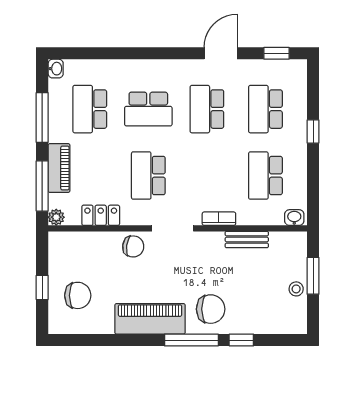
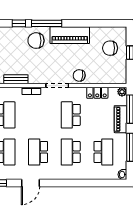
school desk: (148, 109) -> (71, 152), turned -90
school desk: (207, 109) -> (38, 152), turned 180
school desk: (148, 176) -> (71, 115), turned 180

